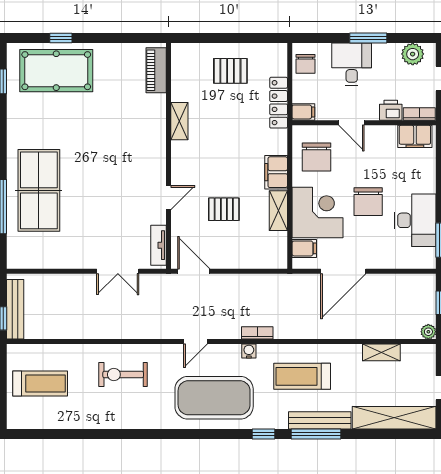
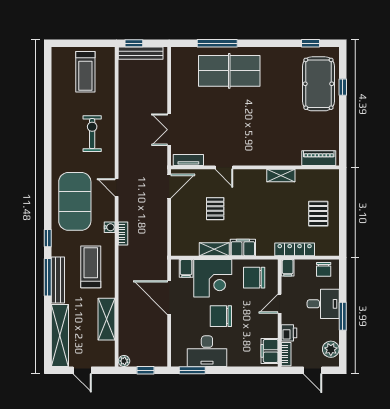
chair: (305, 64) -> (324, 269), turned -90
shelving: (381, 352) -> (107, 319), width x1.50, depth x1.33

